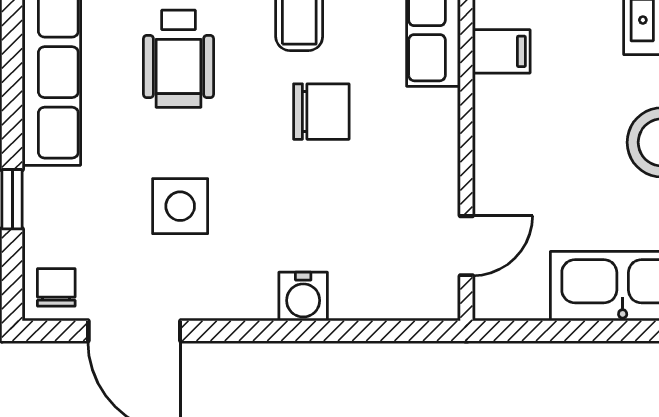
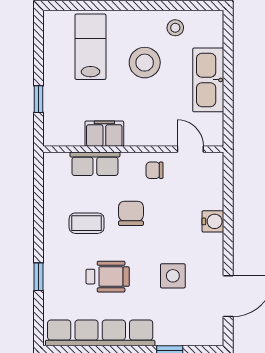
filing cabinet: (501, 51) -> (104, 134), width x2.00
chair: (56, 287) -> (154, 170), moved

